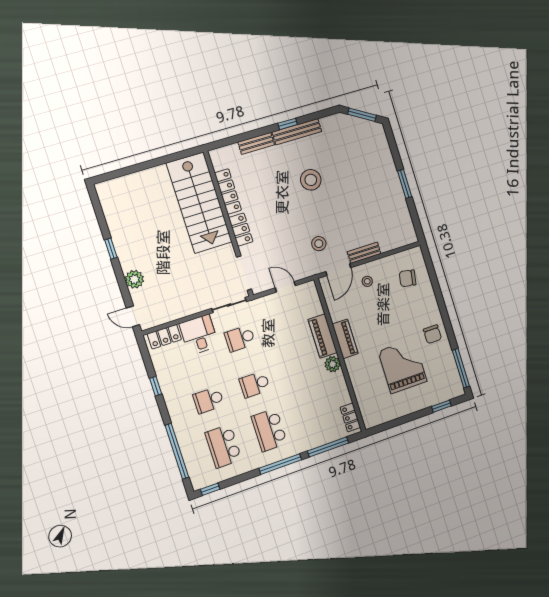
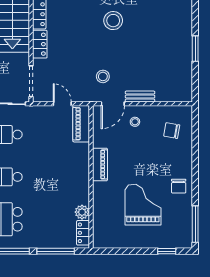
piano: (323, 336) -> (81, 124), moved
plant: (333, 364) -> (82, 212), moved

